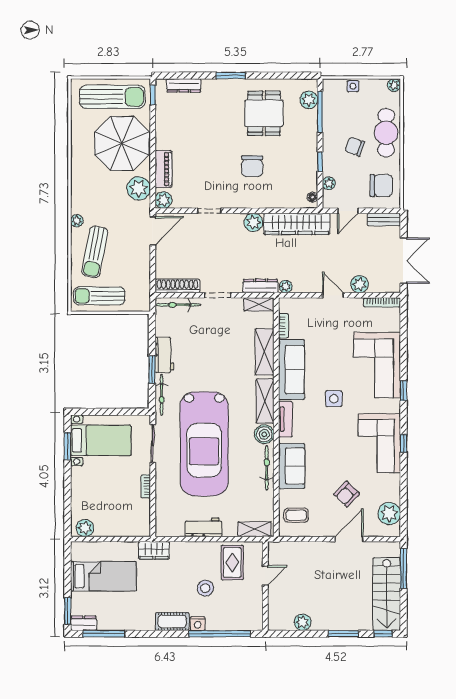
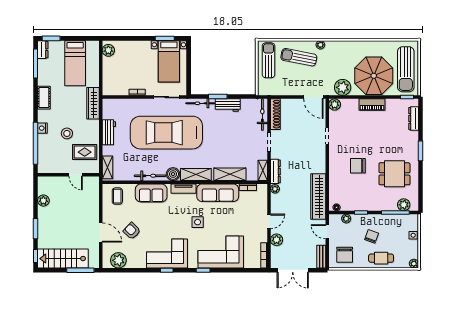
cafe table: (386, 133) -> (381, 258), width x0.73, depth x0.74
piano: (163, 169) -> (372, 105), moved
plant: (253, 222) -> (319, 167), removed
wardrobe: (154, 550) -> (93, 103), width x1.50
cot: (172, 621) -> (44, 98), moved

